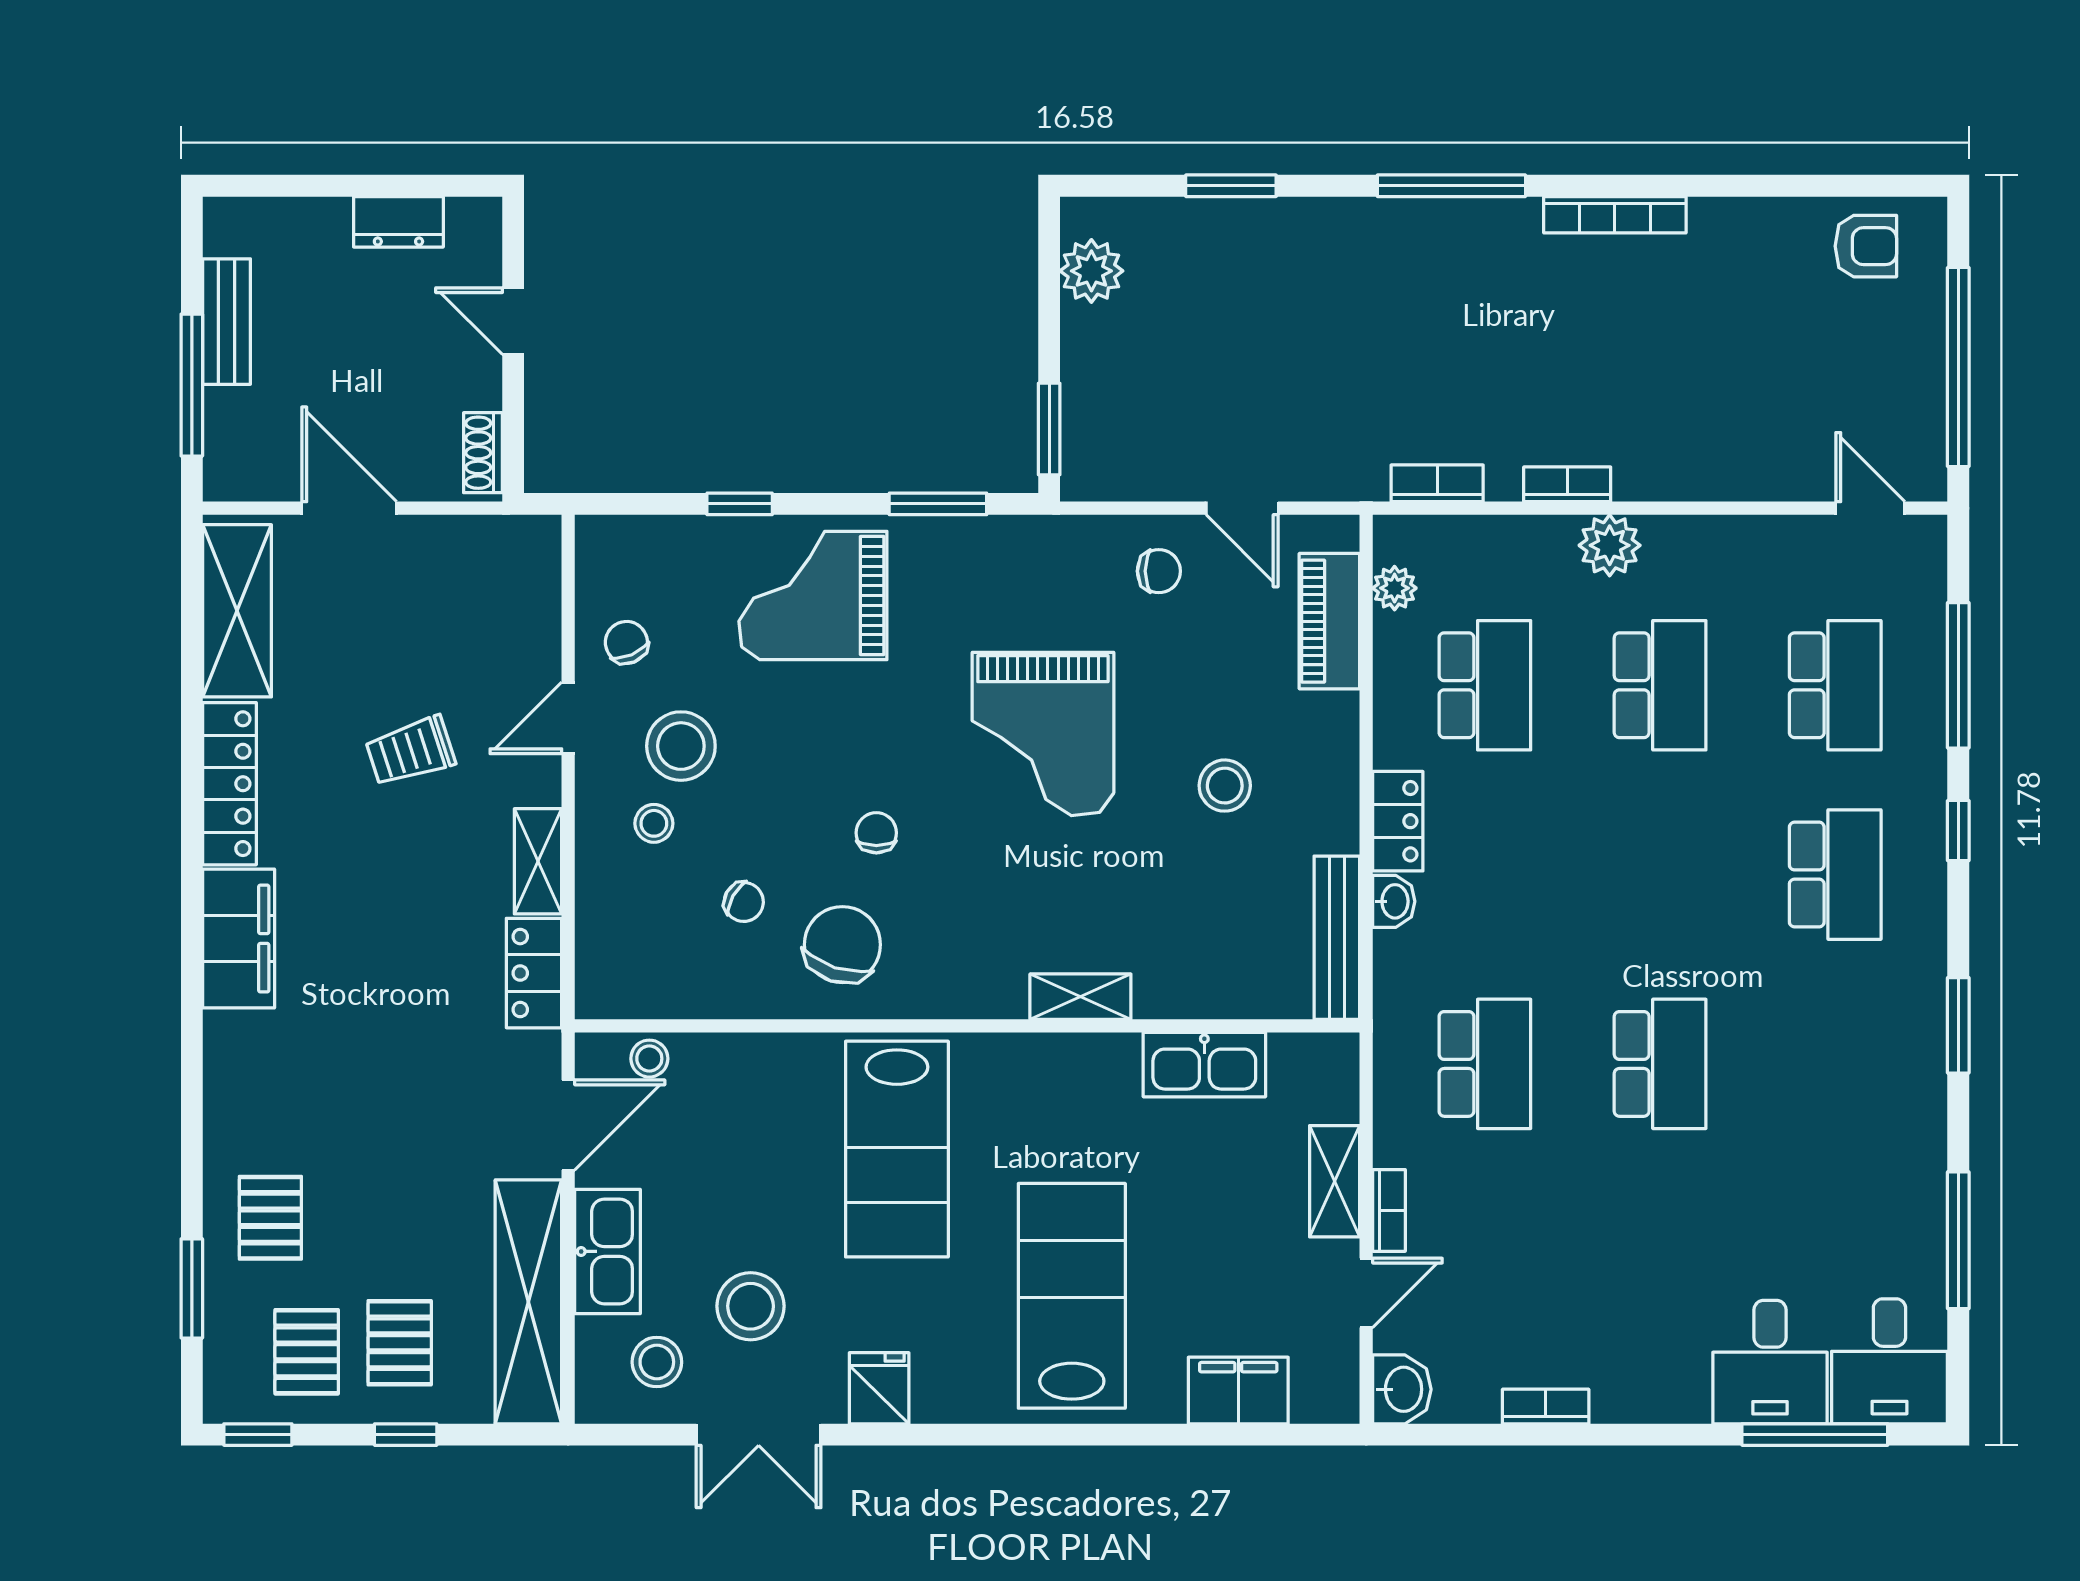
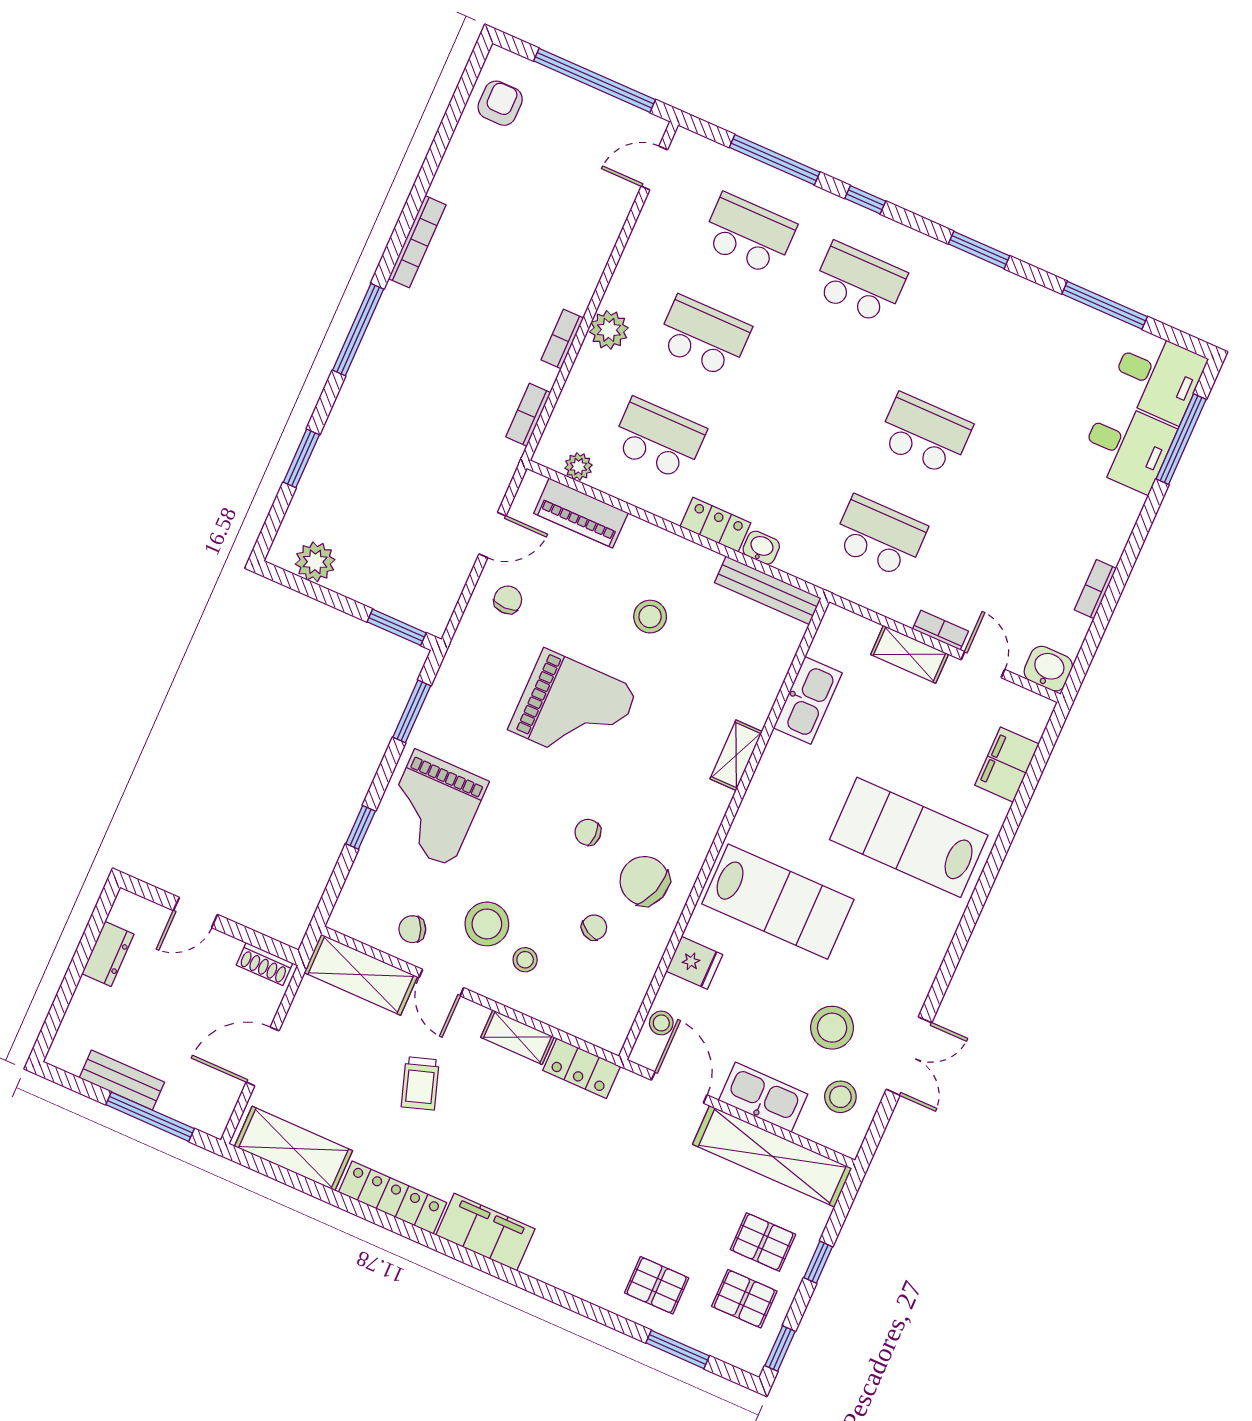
shelving: (529, 597) -> (361, 975), added
fridge: (879, 1388) -> (694, 963), moved, turned 180

